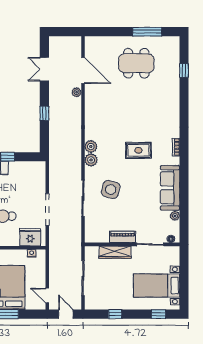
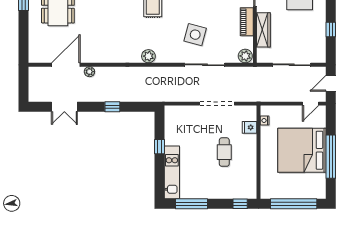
plant: (91, 160) -> (245, 56), moved
fridge: (30, 237) -> (250, 127), width x0.53, depth x0.75

